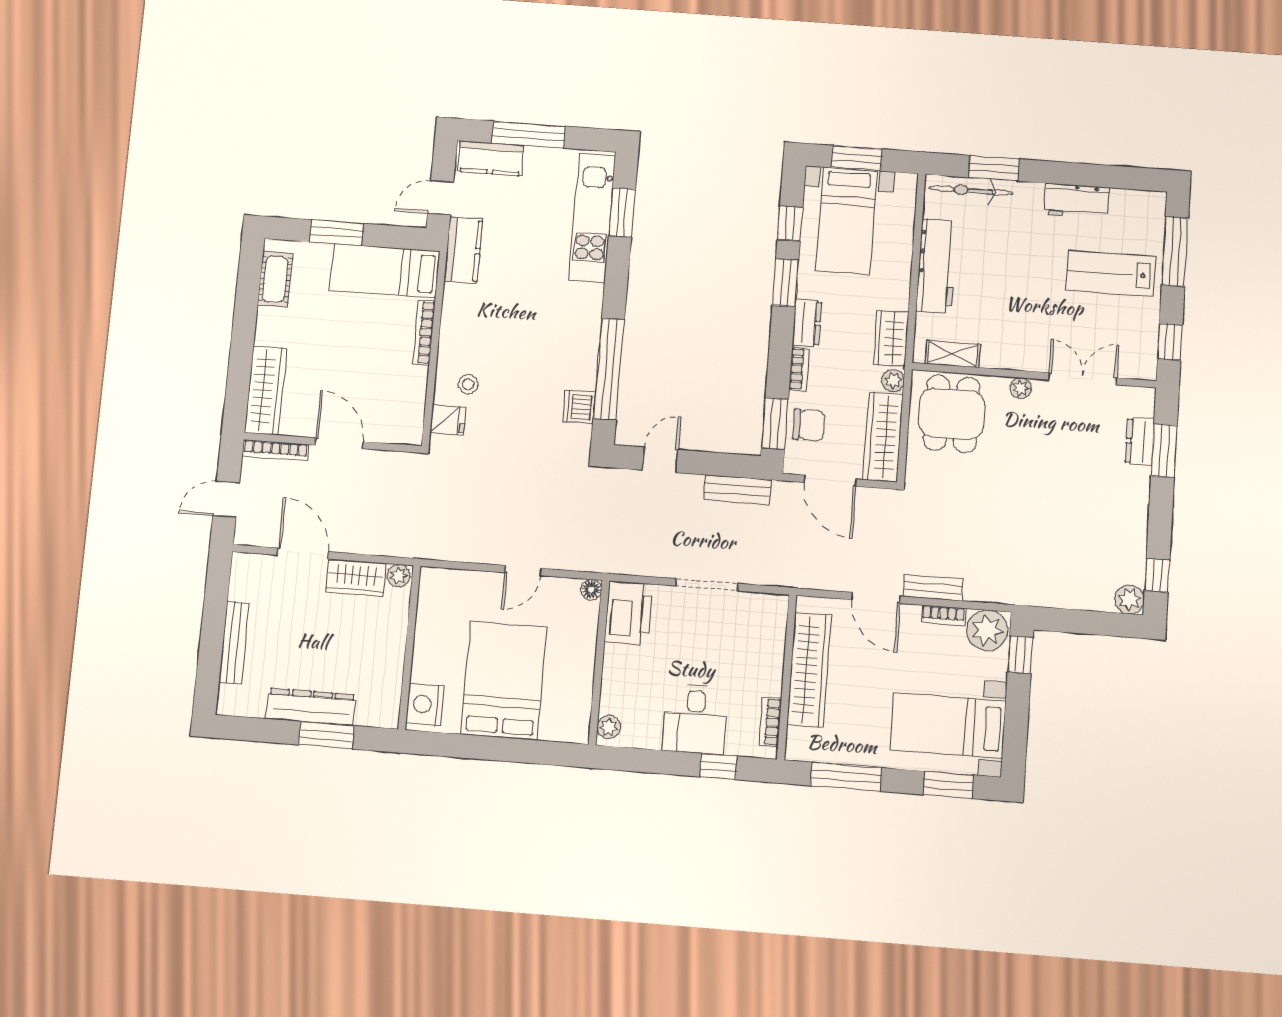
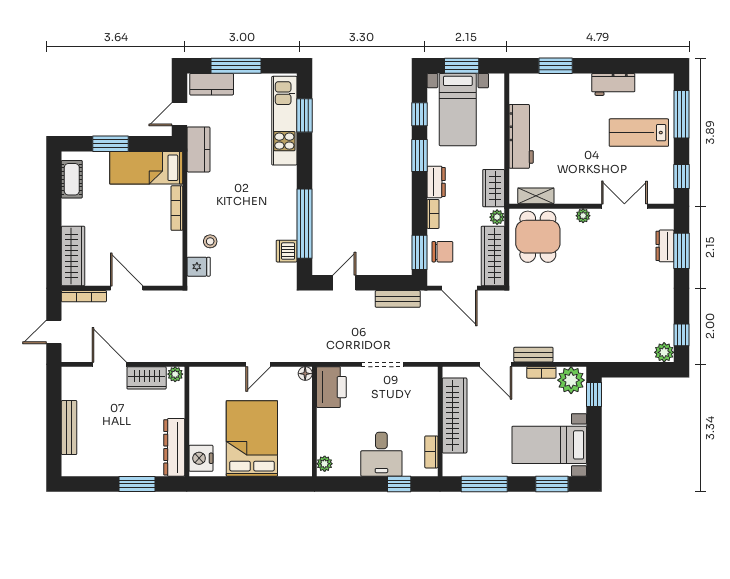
bicycle: (971, 190) -> (541, 82), removed
dresser: (311, 707) -> (174, 447), moved, turned -90

